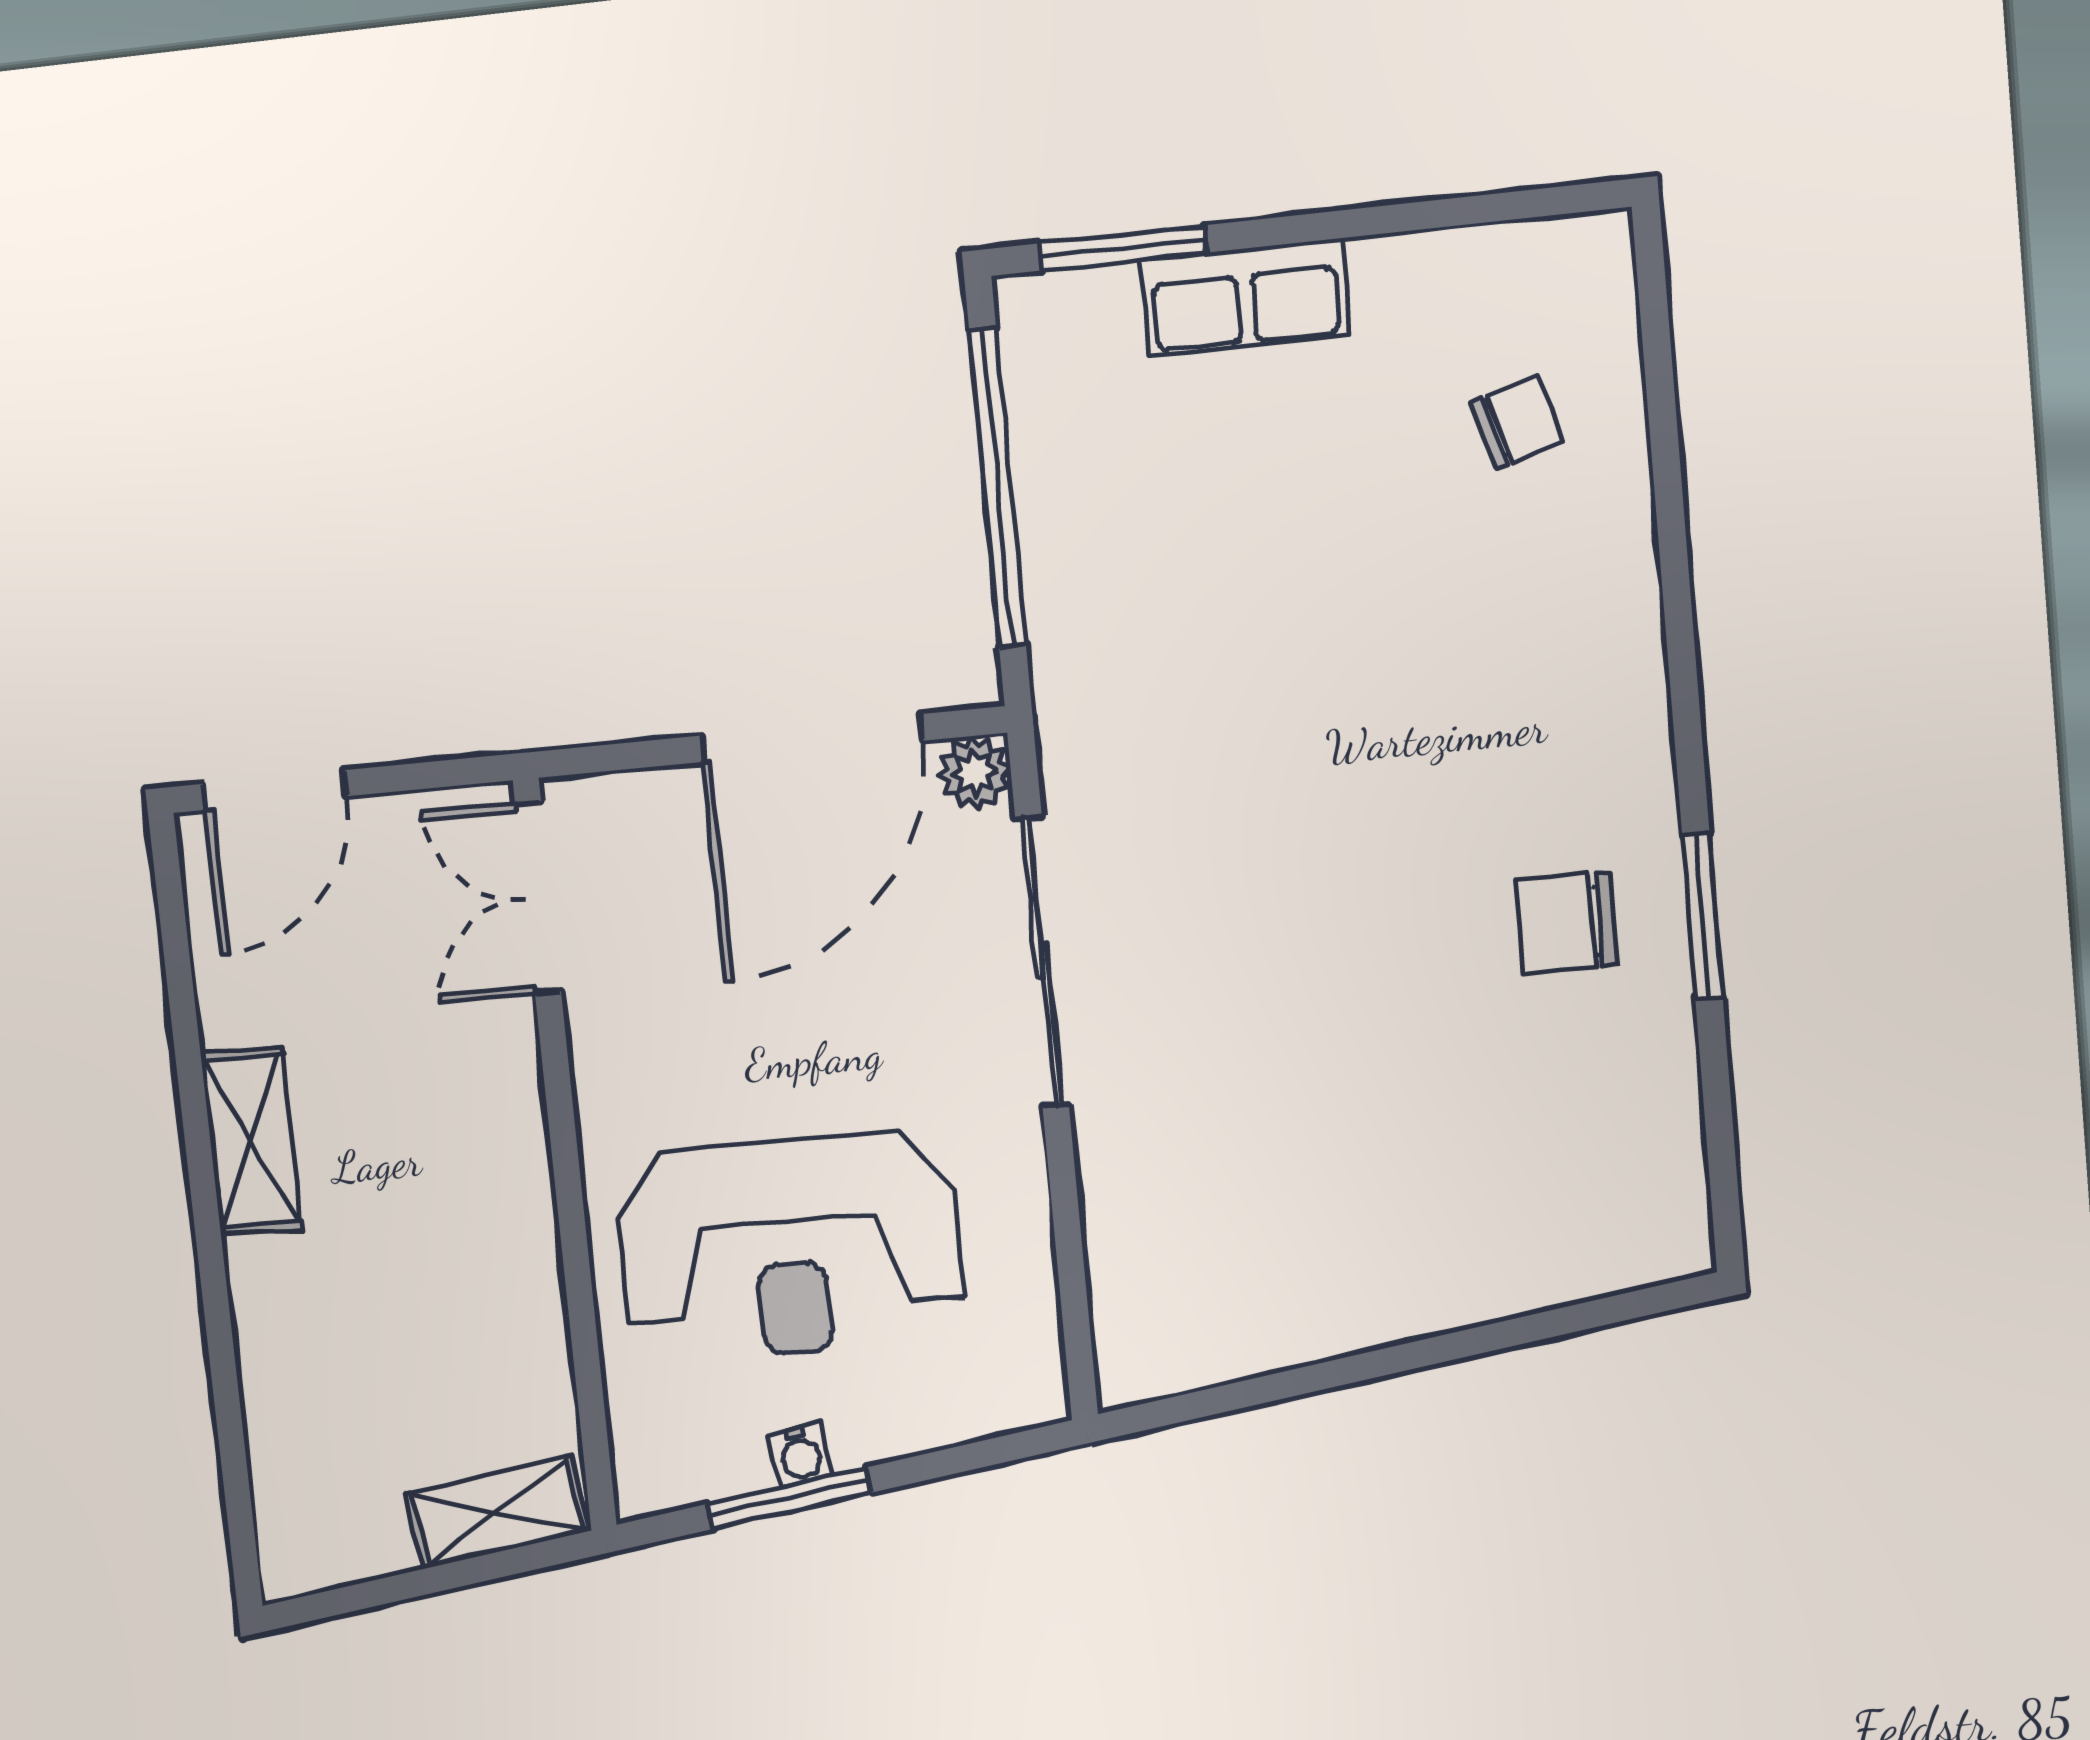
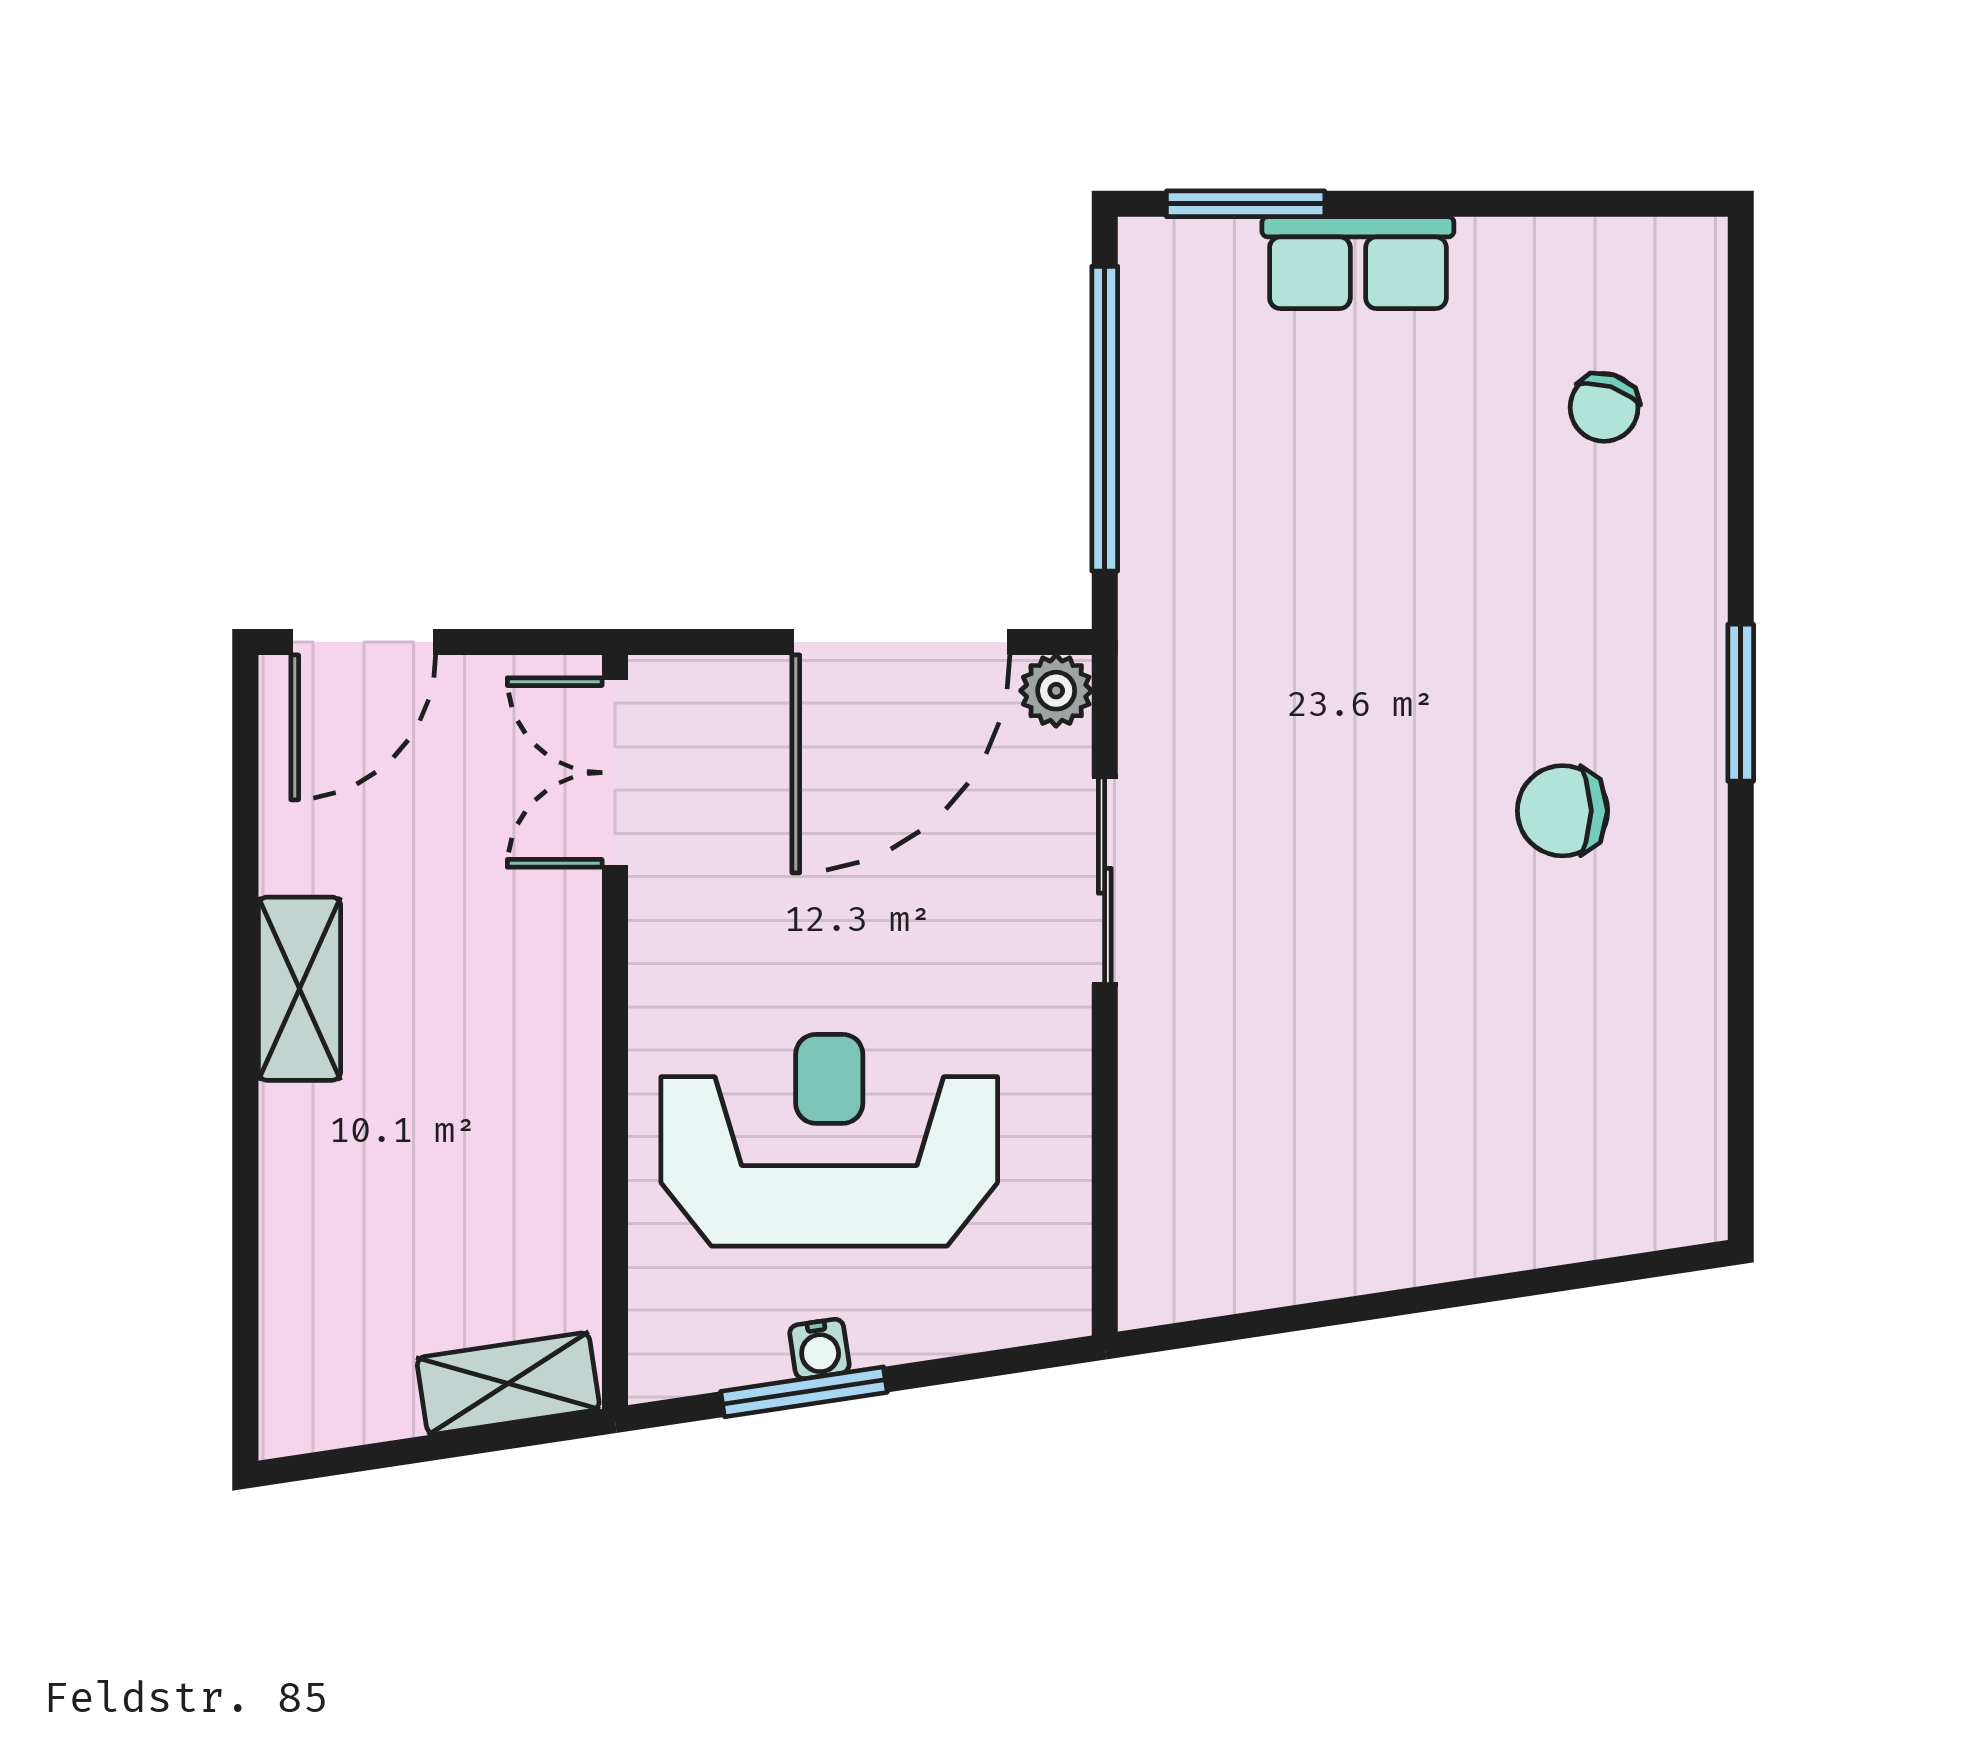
chair: (1517, 422) -> (1604, 407), turned 124
window: (1702, 916) -> (1741, 703), moved
chair: (1567, 923) -> (1562, 811), moved
sliding door: (1042, 962) -> (1105, 881), width x0.73
reception desk: (789, 1247) -> (829, 1140), turned 180

